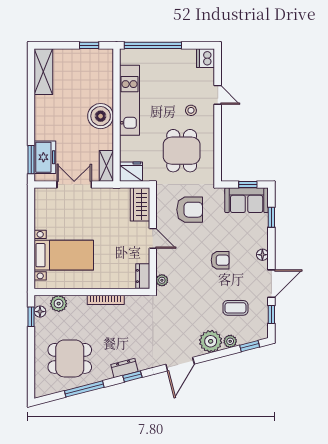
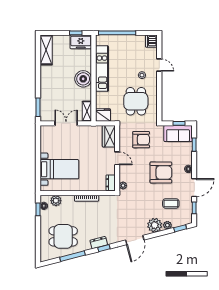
freezer: (45, 157) -> (81, 42), moved, turned 90
armchair: (220, 260) -> (161, 173), width x1.88, depth x1.88

